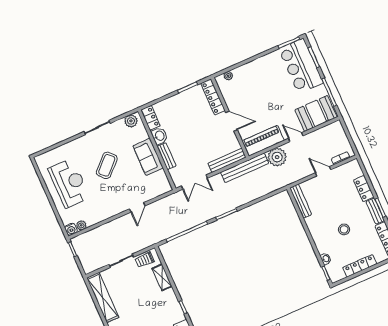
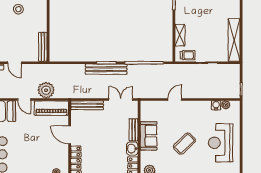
bench: (245, 168) -> (106, 69), moved
water cooler: (71, 229) -> (216, 105), moved

